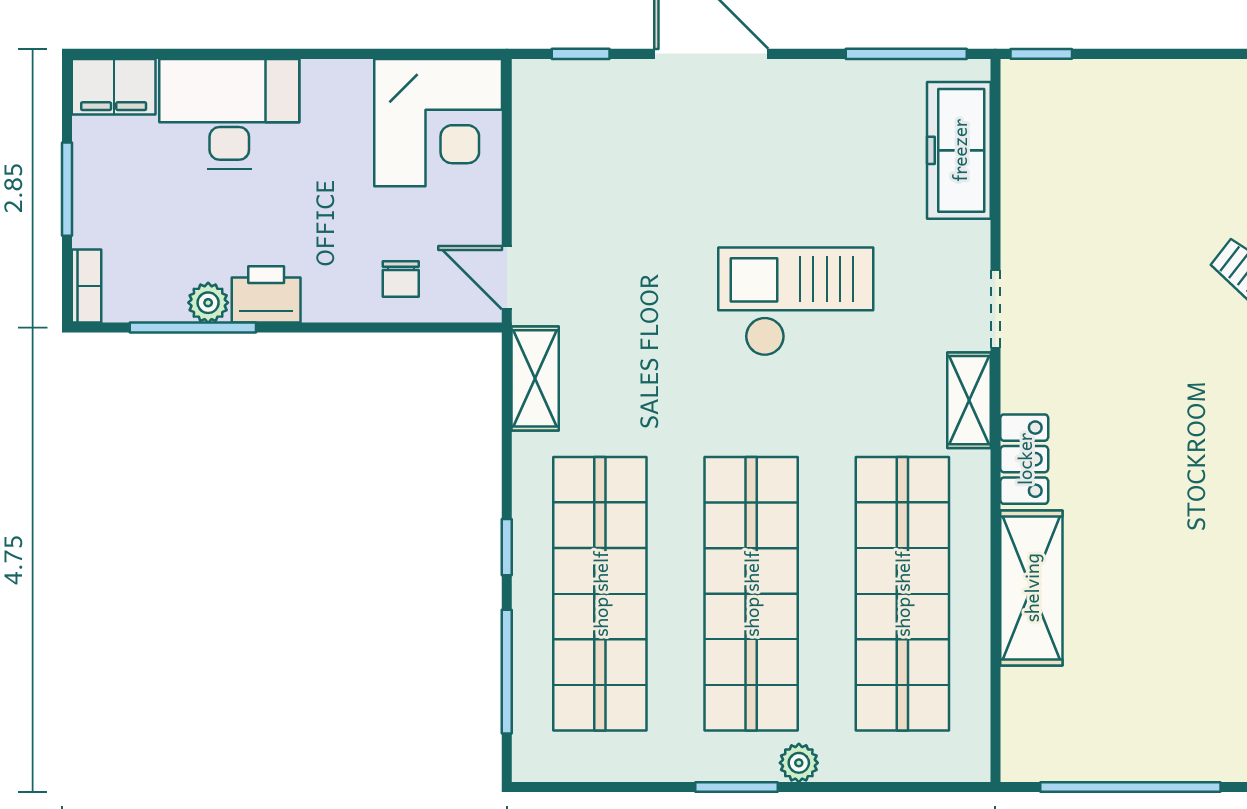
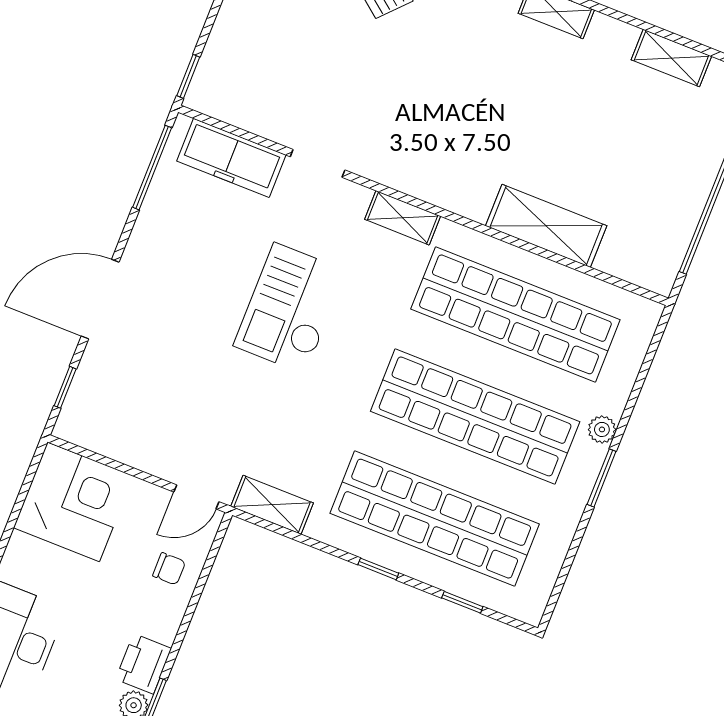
doorway: (995, 309) -> (318, 163), moved
locker: (1024, 459) -> (457, 196), removed
window: (507, 672) -> (462, 602), width x0.46

